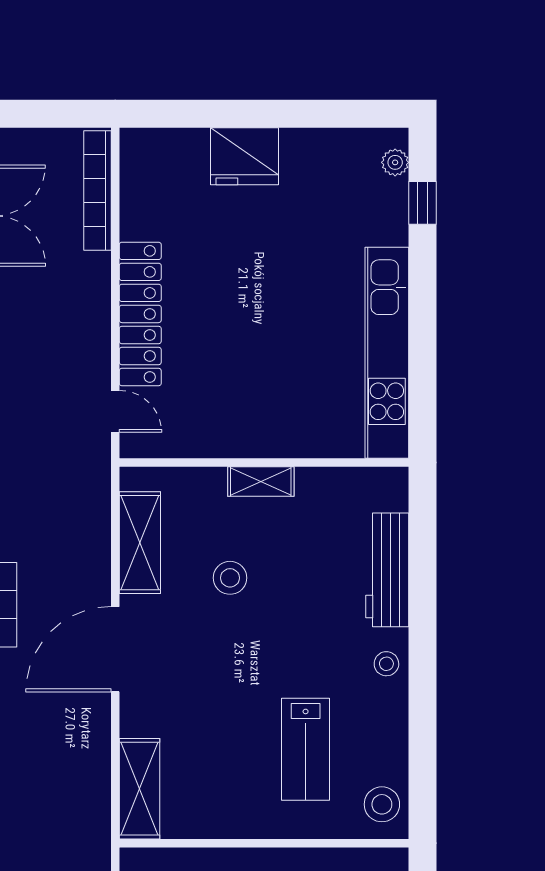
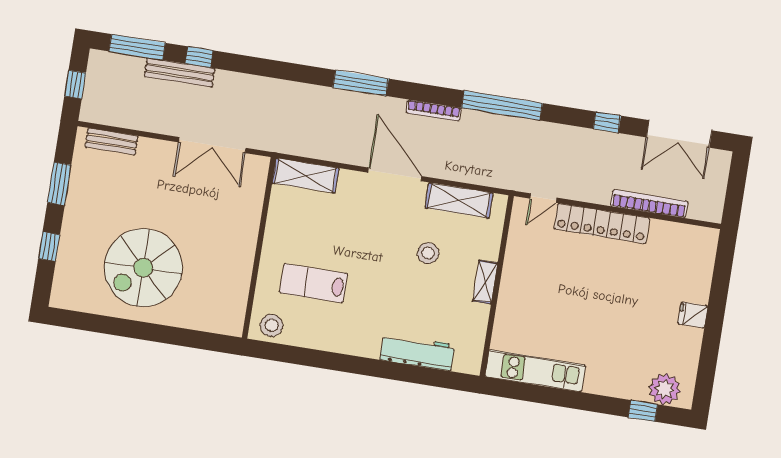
fridge: (244, 156) -> (693, 315), width x0.53, depth x0.75
plant: (395, 162) -> (665, 389), width x1.87, depth x1.87
bookcase: (98, 191) -> (649, 204), moved
kitchen unit: (387, 353) -> (535, 371), width x0.73
stool: (386, 664) -> (359, 342), removed

